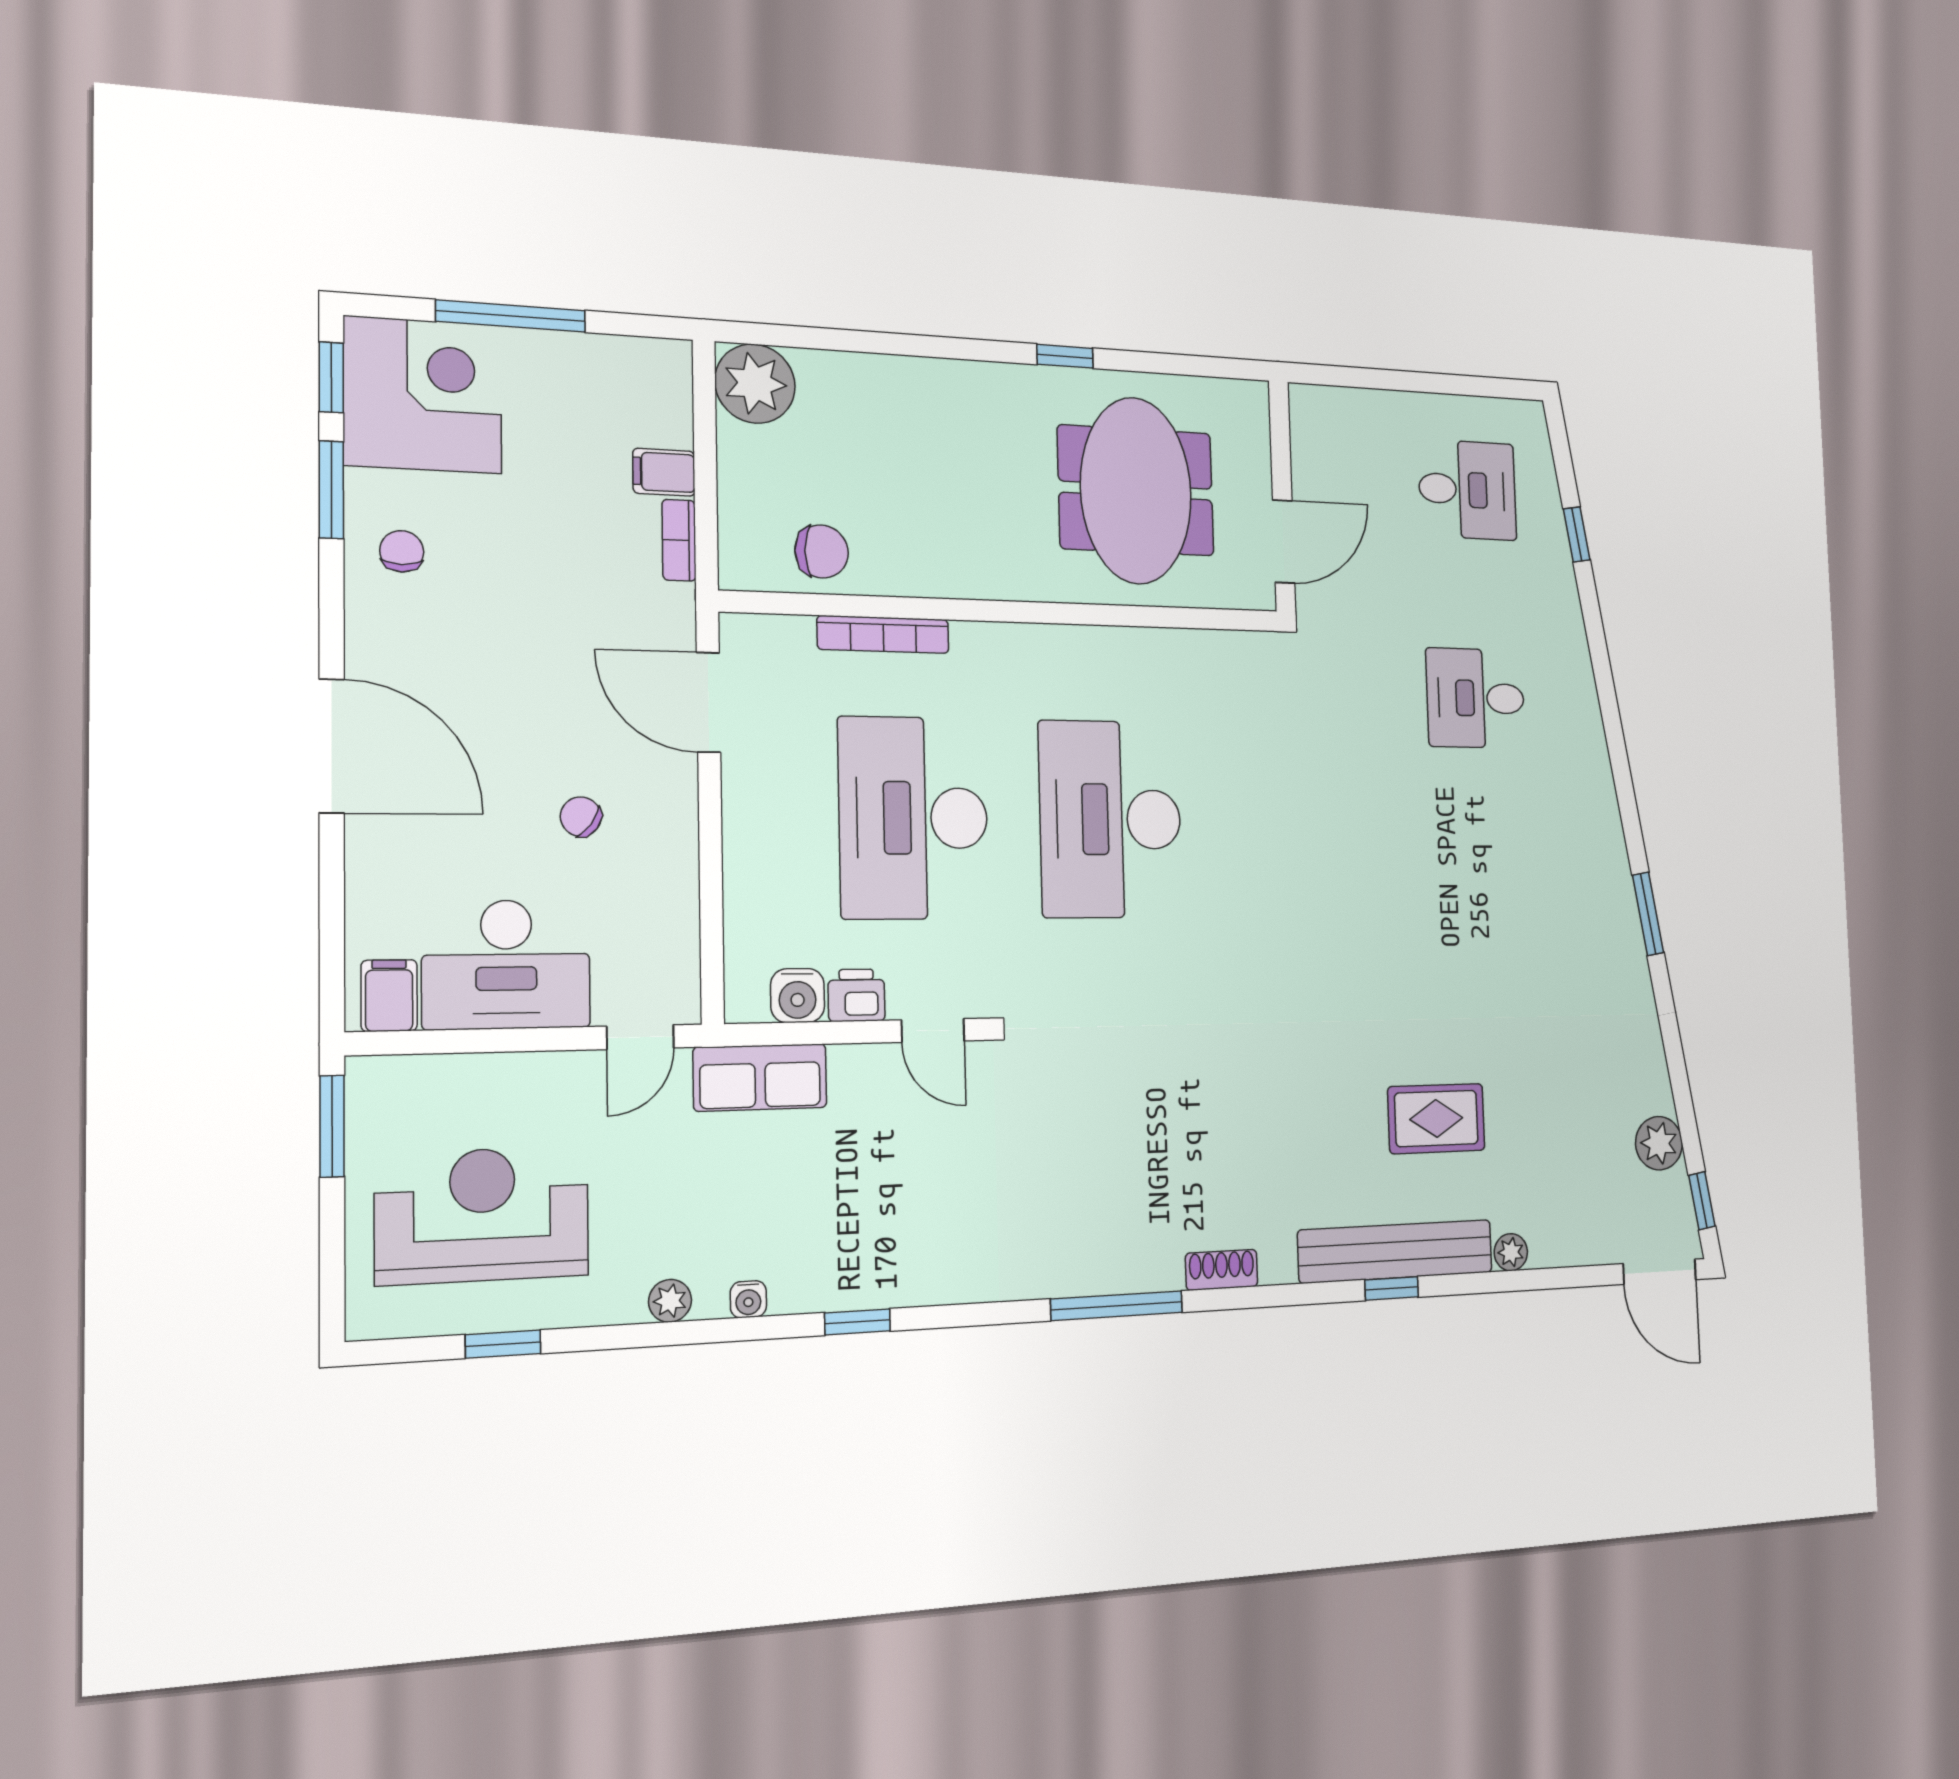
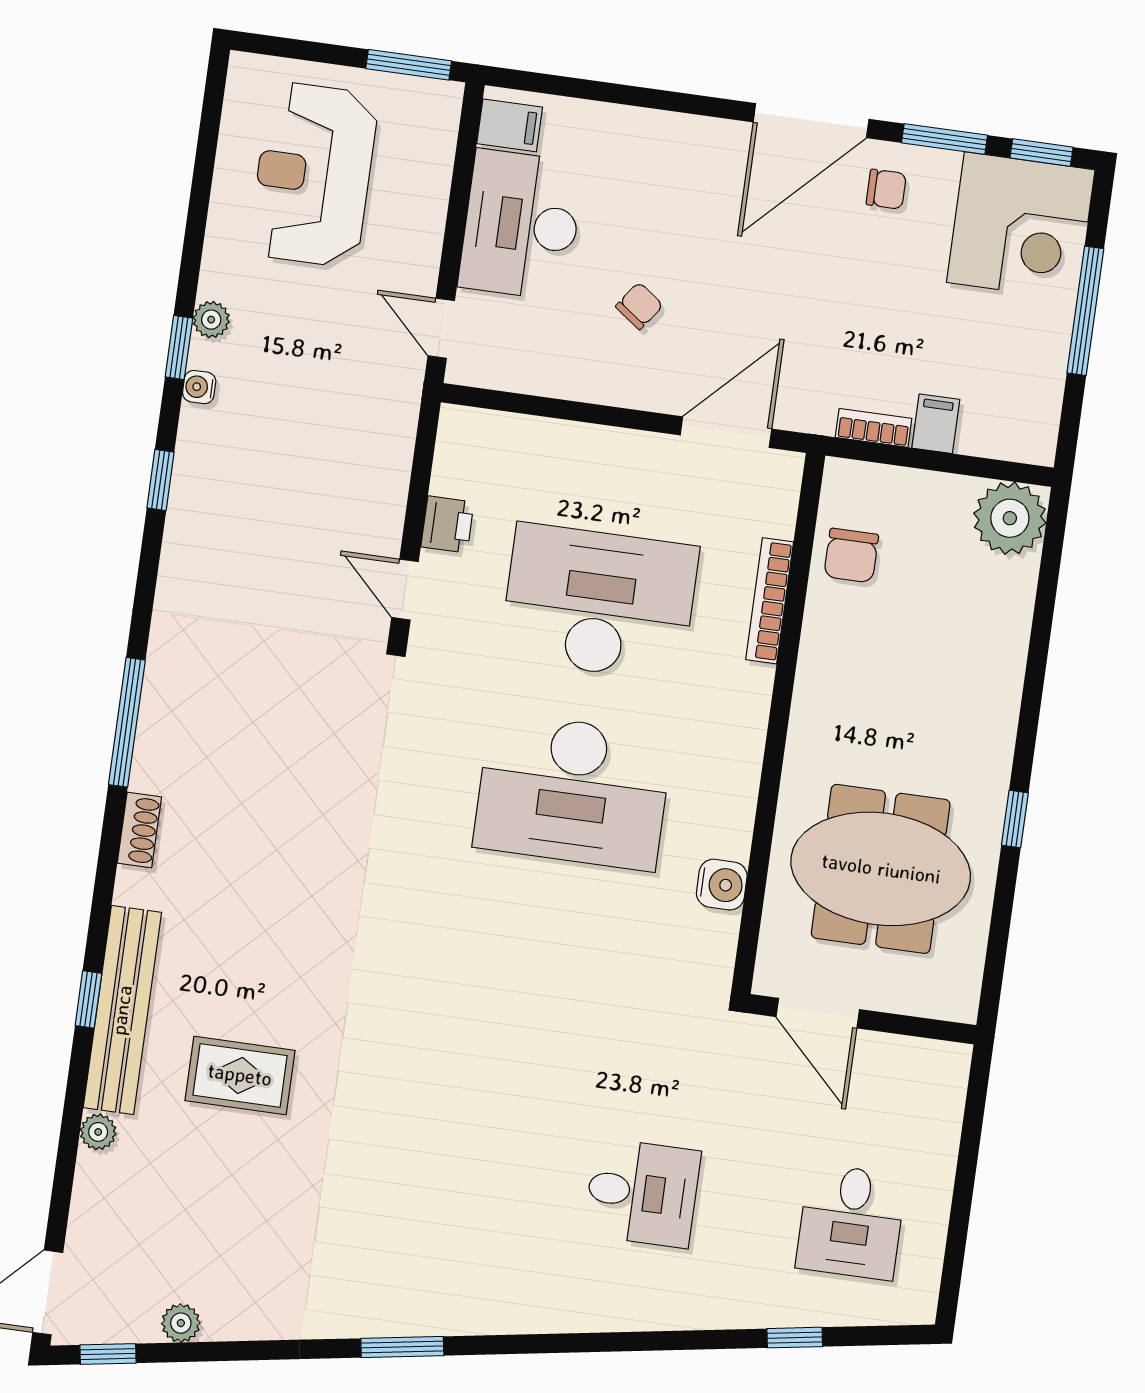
desk: (1476, 698) -> (642, 1193), turned 90
door: (332, 746) -> (811, 121), moved
desk: (1111, 819) -> (573, 791), turned 180
water cooler: (798, 996) -> (722, 885), moved, turned 180
door: (933, 1030) -> (405, 590), hinge flipped
row of seats: (760, 1077) -> (389, 427), removed
rug: (1436, 1119) -> (240, 1075), turned 90
plant: (1659, 1143) -> (181, 1323), width x0.73, depth x0.73
reception desk: (482, 1215) -> (313, 174), turned 180
window: (503, 1344) -> (179, 347), moved

